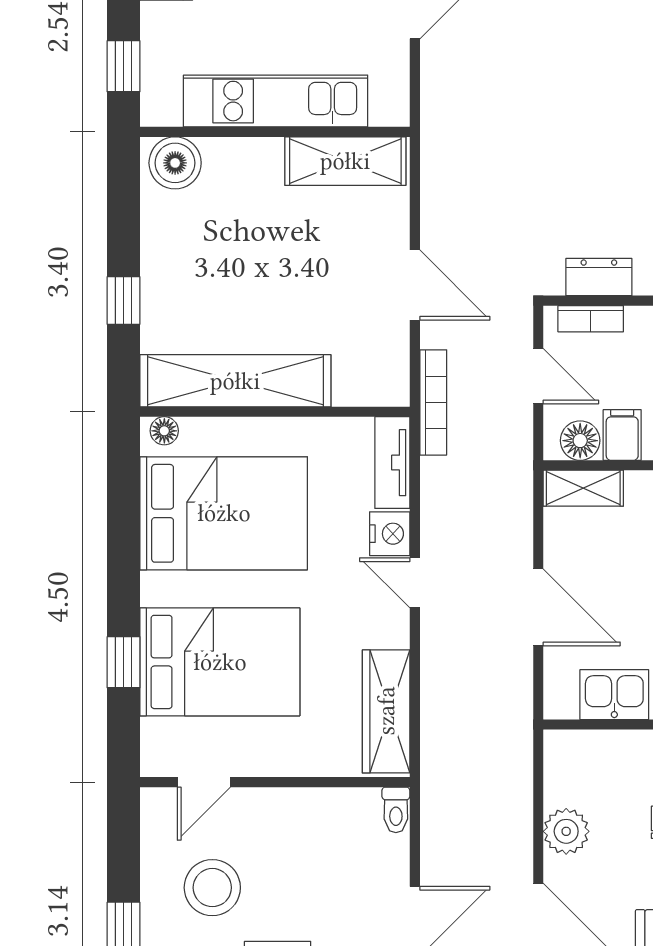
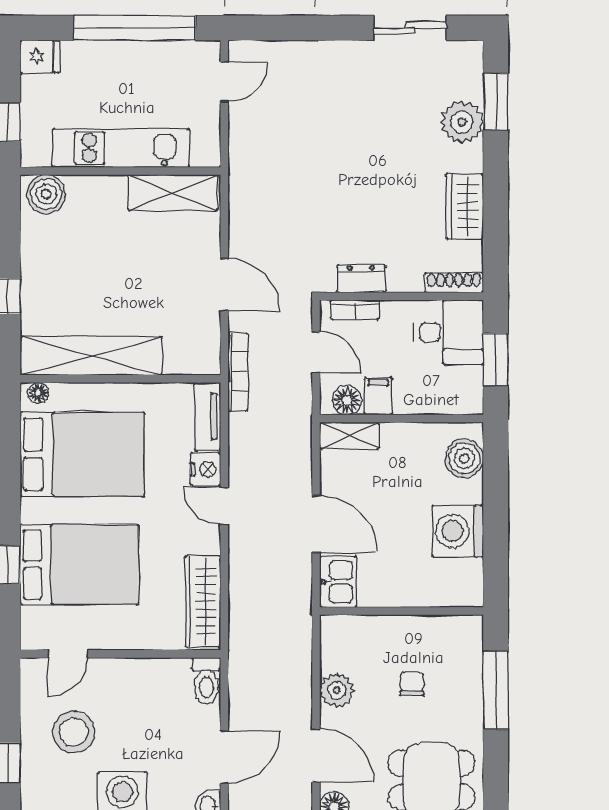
kitchen sink: (614, 695) -> (338, 582), moved, turned 90
toilet: (396, 810) -> (206, 681), width x1.37, depth x1.39

